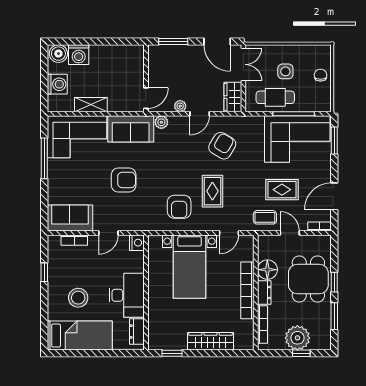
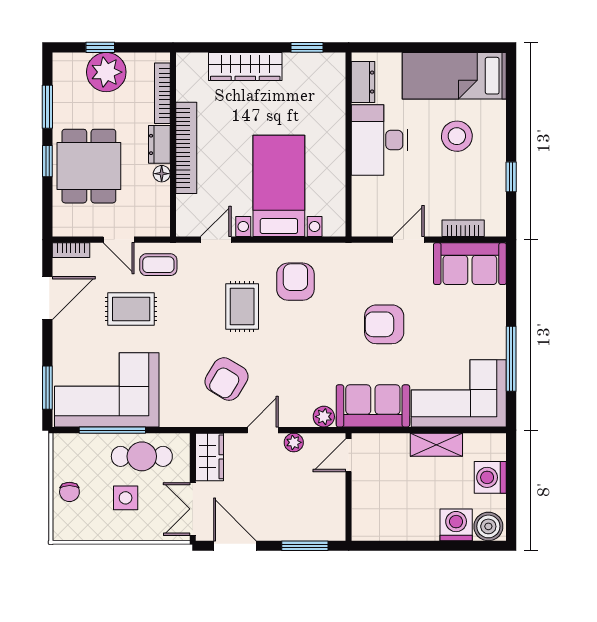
nightstand: (137, 243) -> (363, 224), removed
floor lamp: (267, 270) -> (162, 174), width x0.53, depth x0.53

